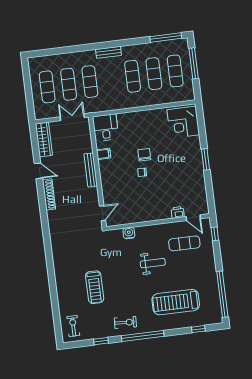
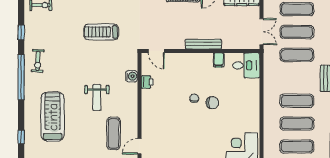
printer: (178, 212) -> (147, 82), moved
treadmill: (95, 287) -> (101, 32), moved

